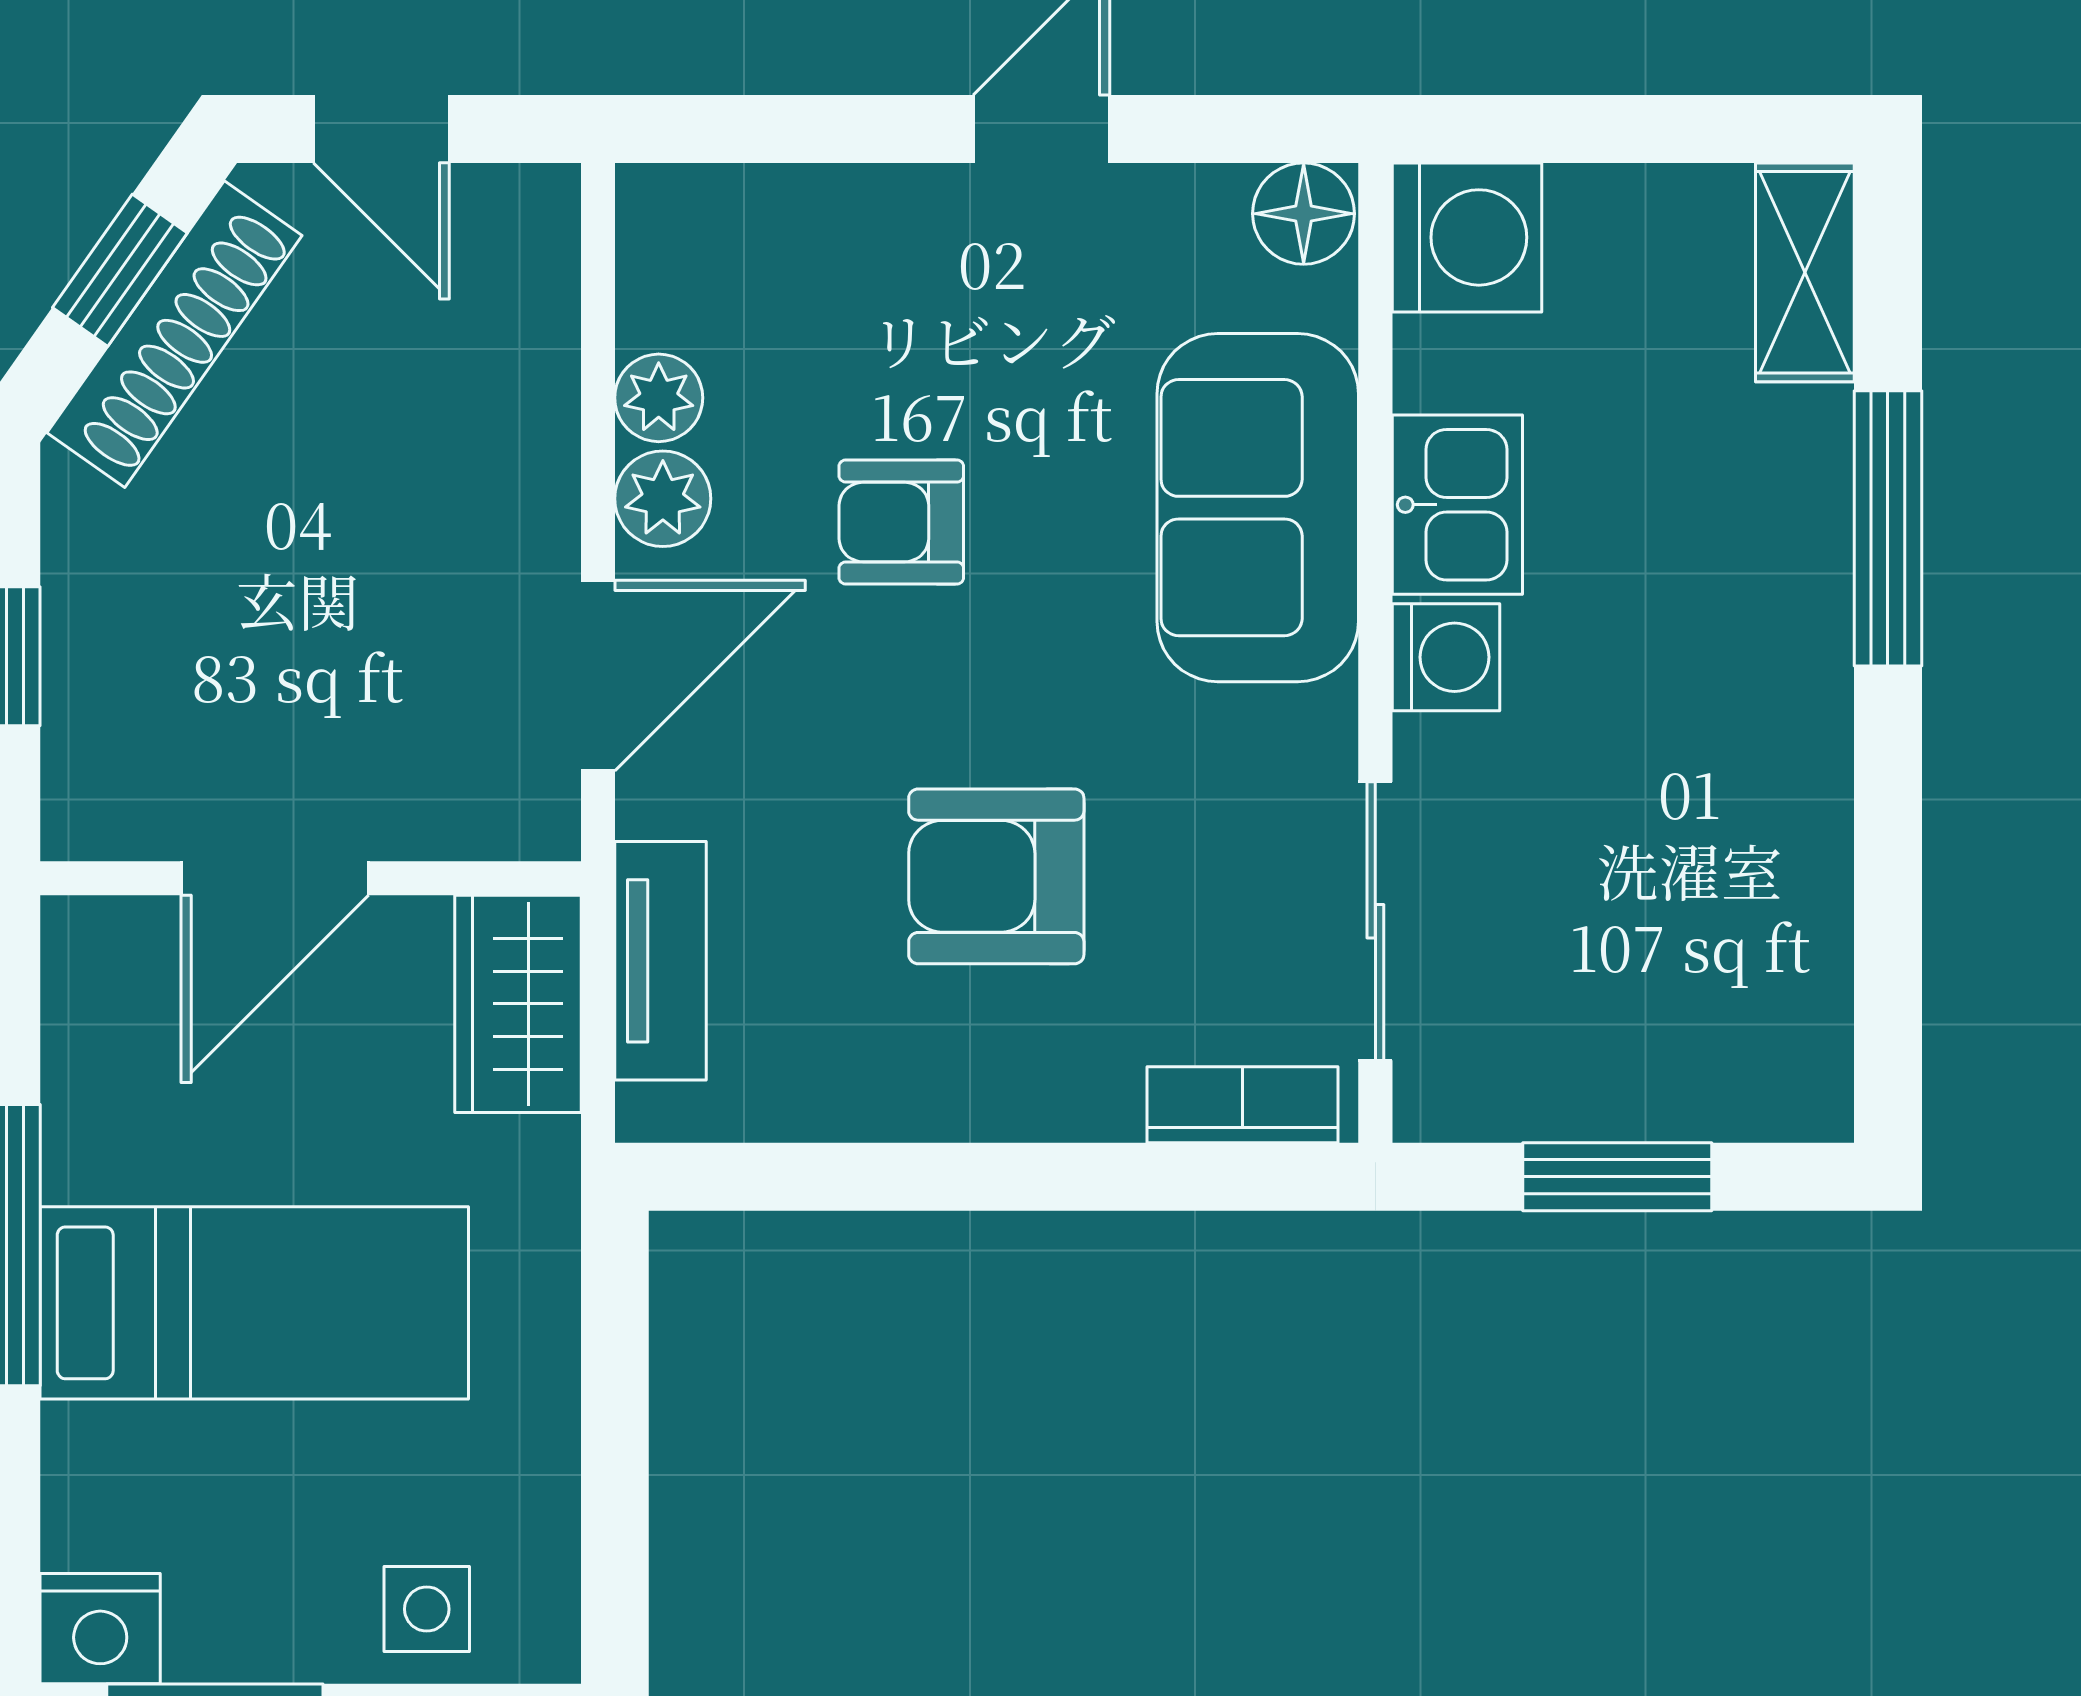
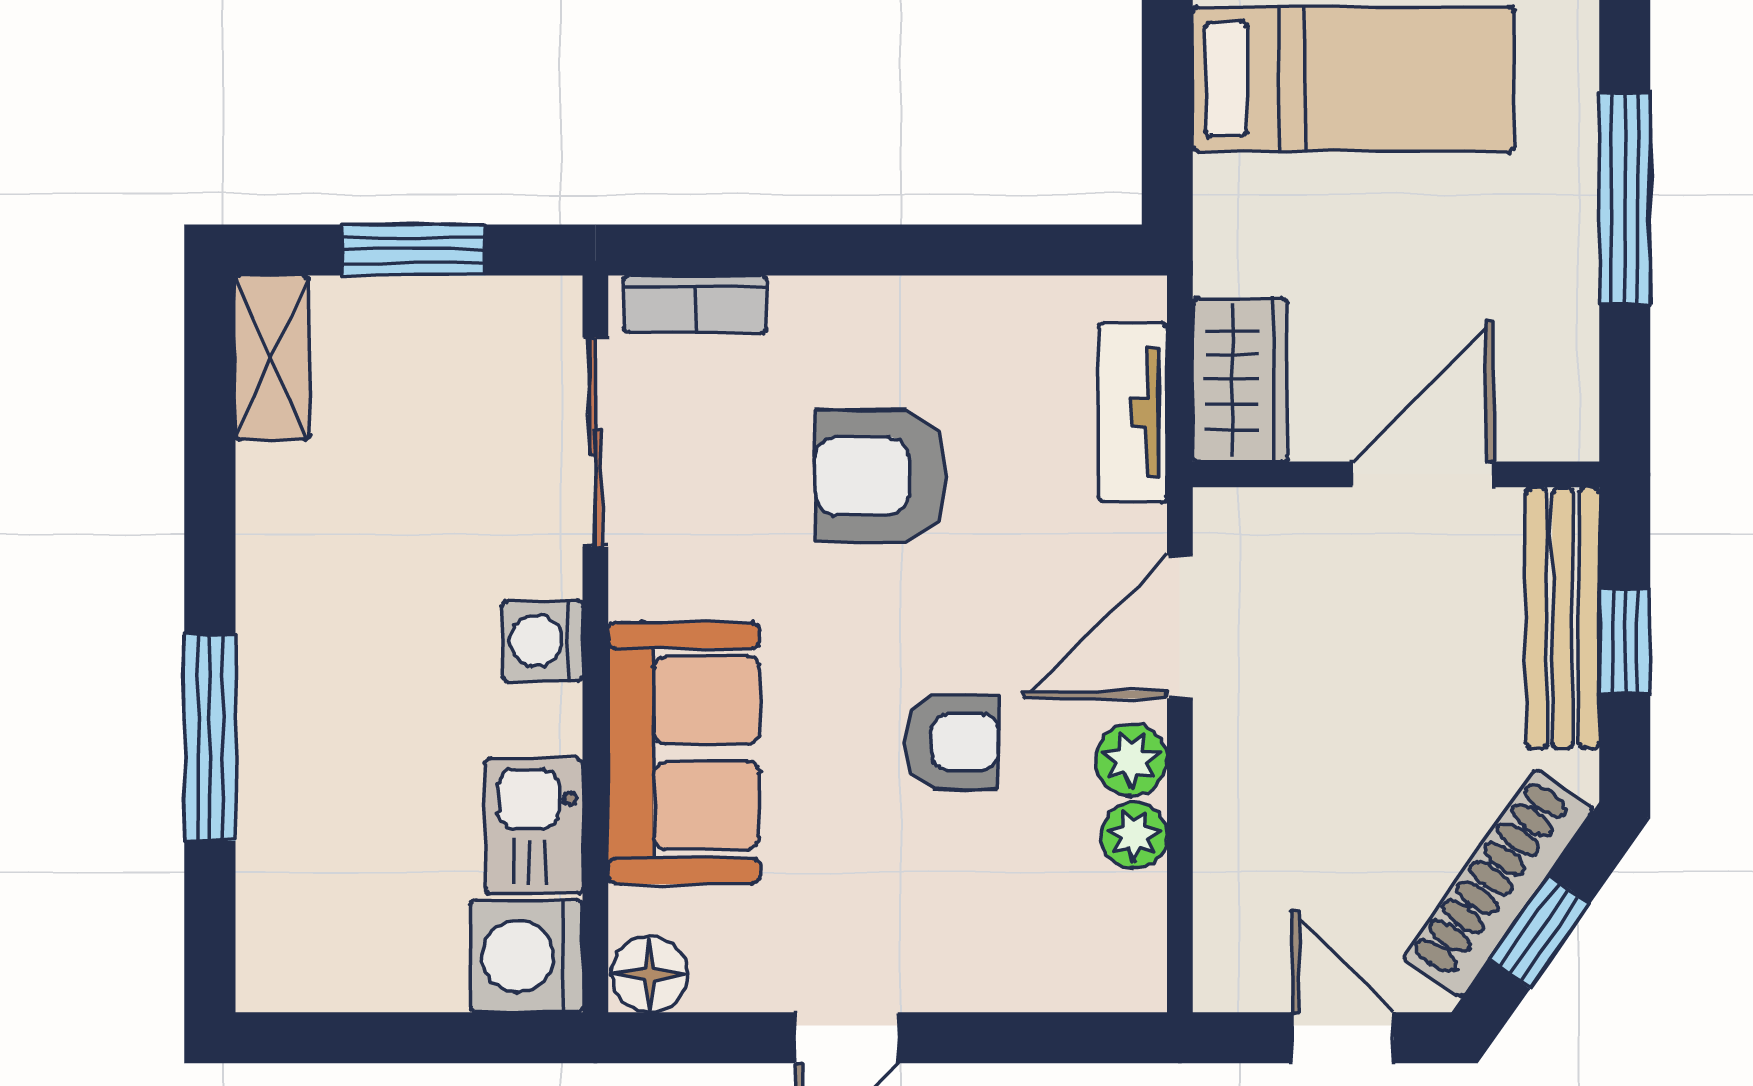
shelving: (1805, 272) -> (272, 358), moved
kitchen sink: (1457, 505) -> (534, 826), moved
bench: (89, 687) -> (1563, 618), added
armchair: (996, 876) -> (880, 476), turned 180
bed: (254, 1303) -> (1354, 79), moved, turned 180

